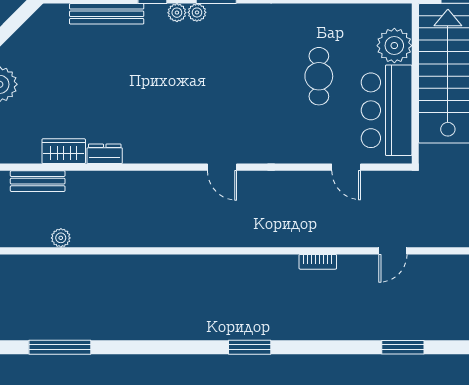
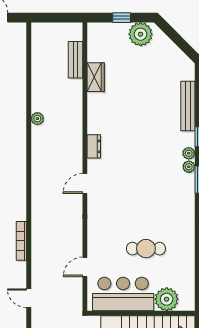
dresser: (105, 154) -> (94, 146), moved
plant: (61, 238) -> (37, 119), moved
bookcase: (318, 262) -> (21, 241), width x1.56

